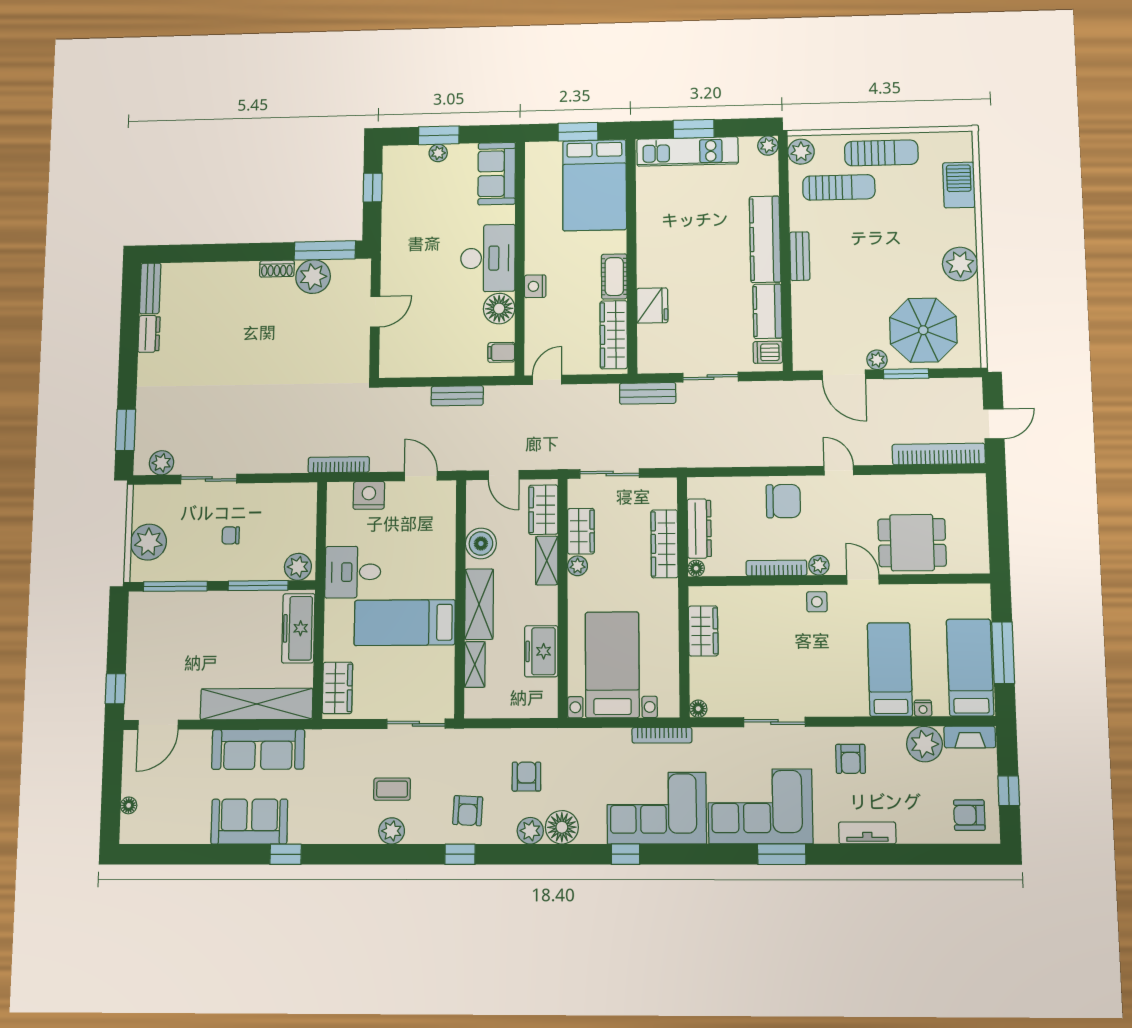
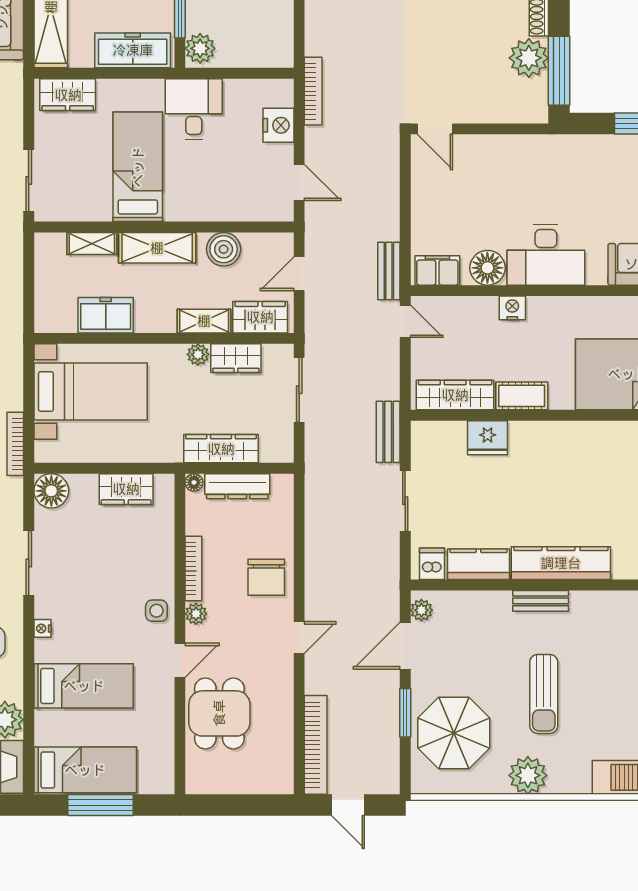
sun lounger: (839, 187) -> (544, 694), moved
door: (375, 312) -> (435, 129), moved
filing cabinet: (501, 352) -> (437, 270), width x2.00
plant: (877, 360) -> (421, 610), moved
bench: (457, 396) -> (389, 271), moved
door: (421, 476) -> (299, 182), hinge flipped
nightstand: (923, 708) -> (42, 628), moved
floor lamp: (698, 709) -> (51, 491), width x1.89, depth x1.89

